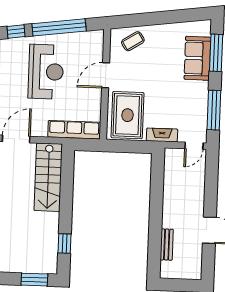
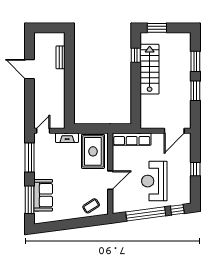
stairs: (48, 177) -> (150, 69), moved

